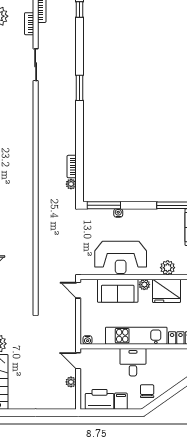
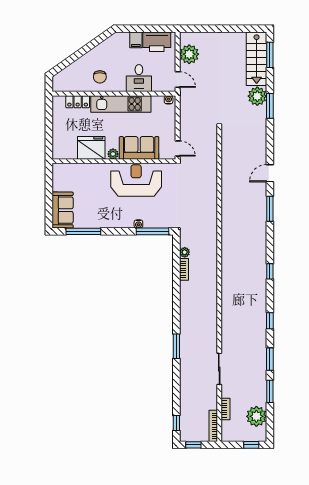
plant: (168, 268) -> (90, 170), removed
desk: (133, 362) -> (139, 78), moved
plant: (71, 382) -> (189, 54), width x1.88, depth x1.88
chair: (147, 391) -> (100, 77), moved

